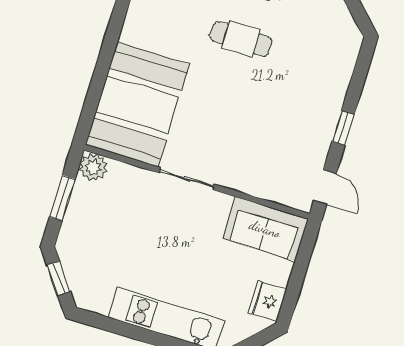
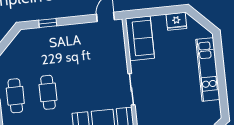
window: (343, 128) -> (48, 23), moved

